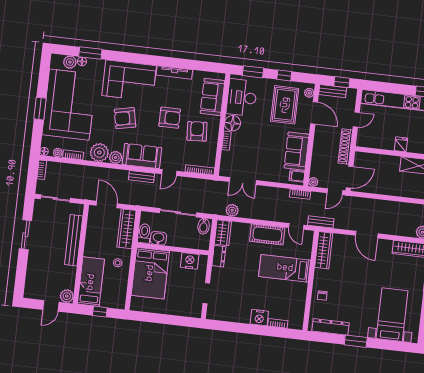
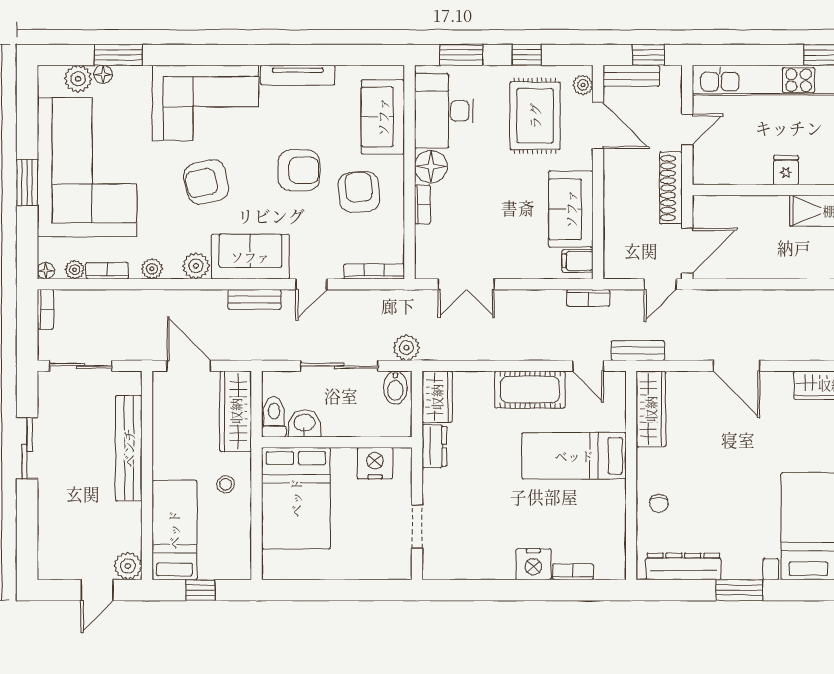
plant: (99, 153) -> (152, 269), width x0.53, depth x0.53
plant: (313, 182) -> (613, 269), removed
plant: (232, 210) -> (406, 348), moved

